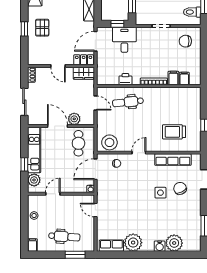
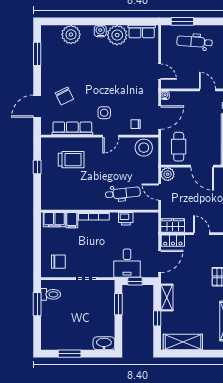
filing cabinet: (184, 78) -> (54, 220), width x2.00
plant: (74, 119) -> (168, 174), moved
side table: (160, 193) -> (104, 113), moved
door: (53, 194) -> (207, 90), swing flipped
water cooler: (160, 246) -> (100, 31), moved

